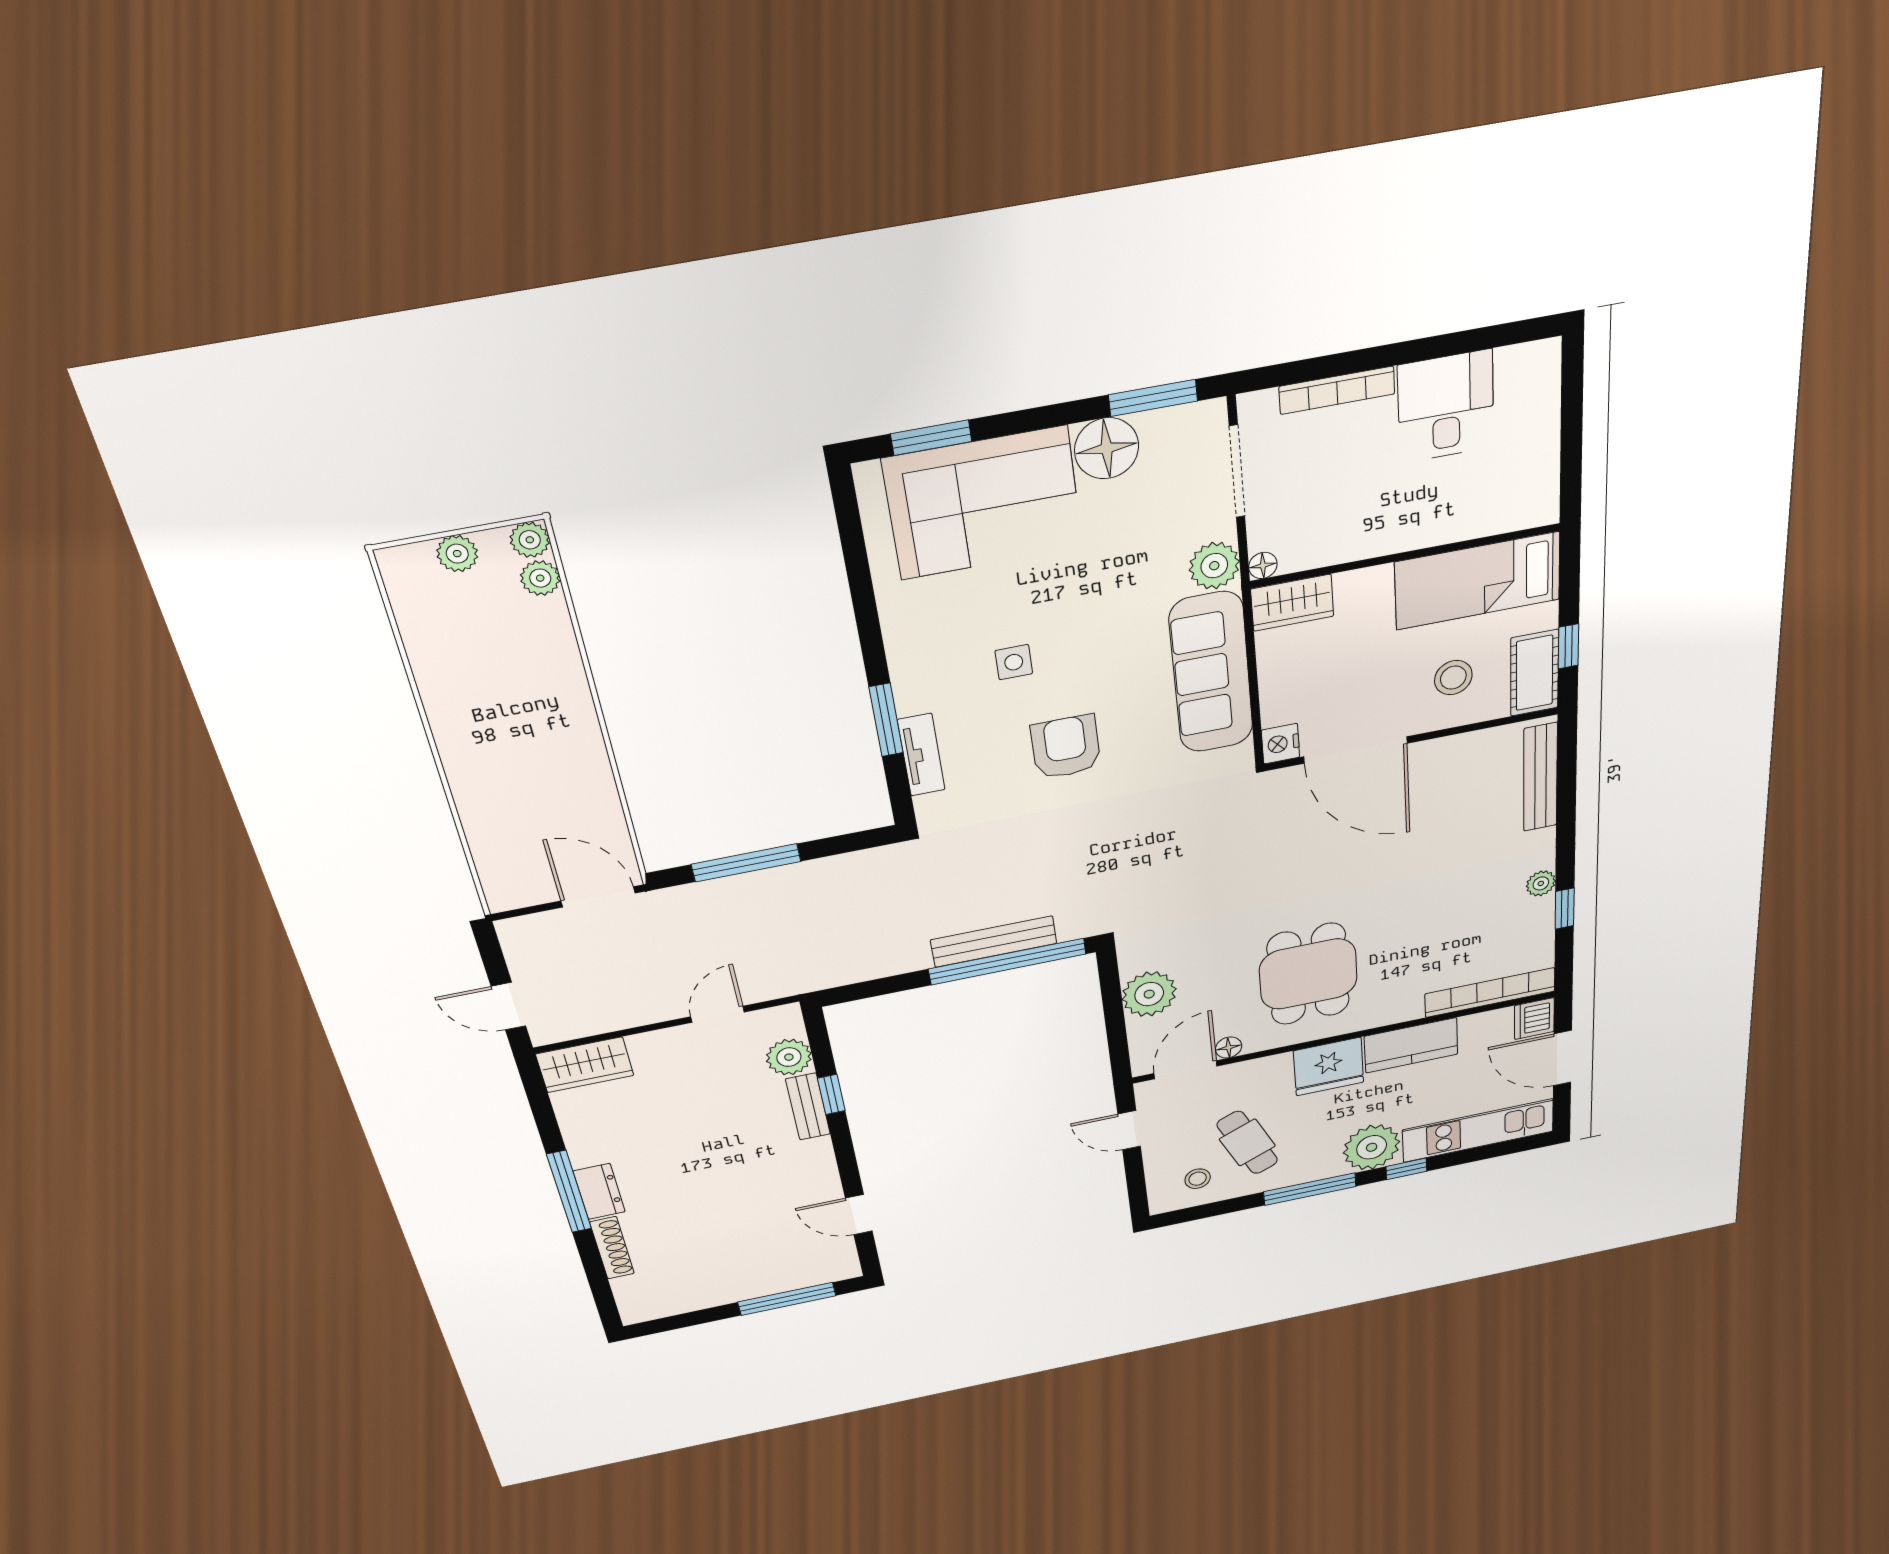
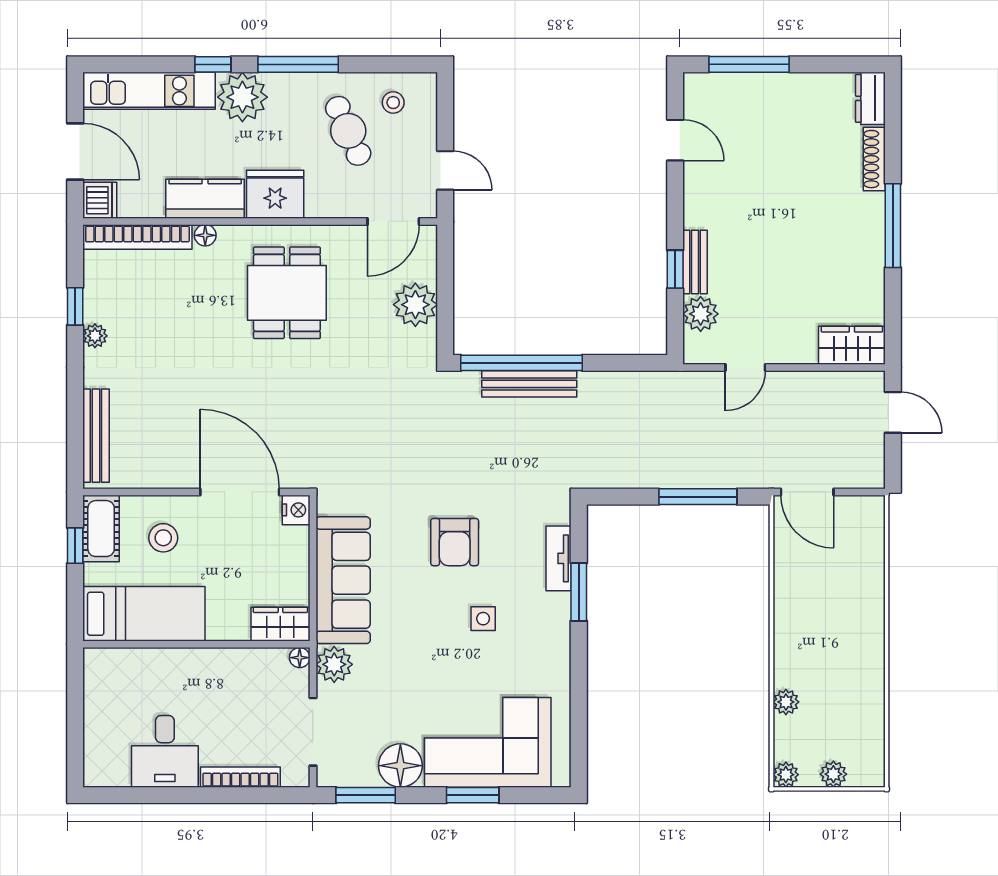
window: (931, 438) -> (473, 795), moved
plant: (540, 578) -> (786, 702), moved
floor lamp: (1229, 1047) -> (205, 235), moved
dresser: (599, 1191) -> (870, 98), moved

